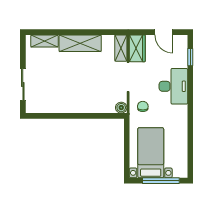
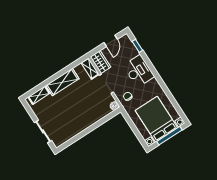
door: (164, 32) -> (111, 41), hinge flipped
bed with nightstands: (151, 153) -> (156, 119), width x1.36

